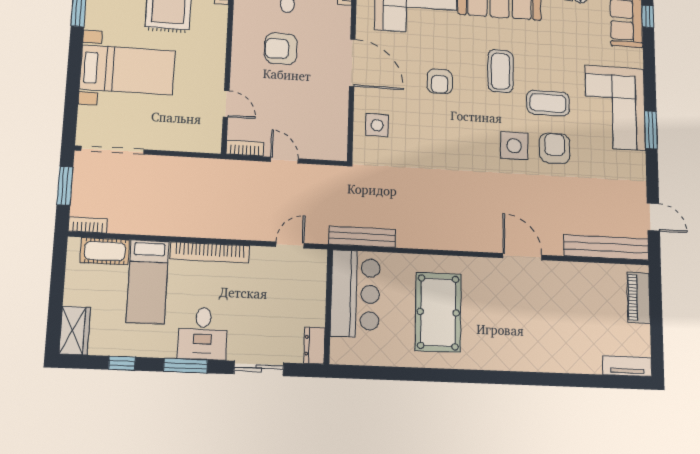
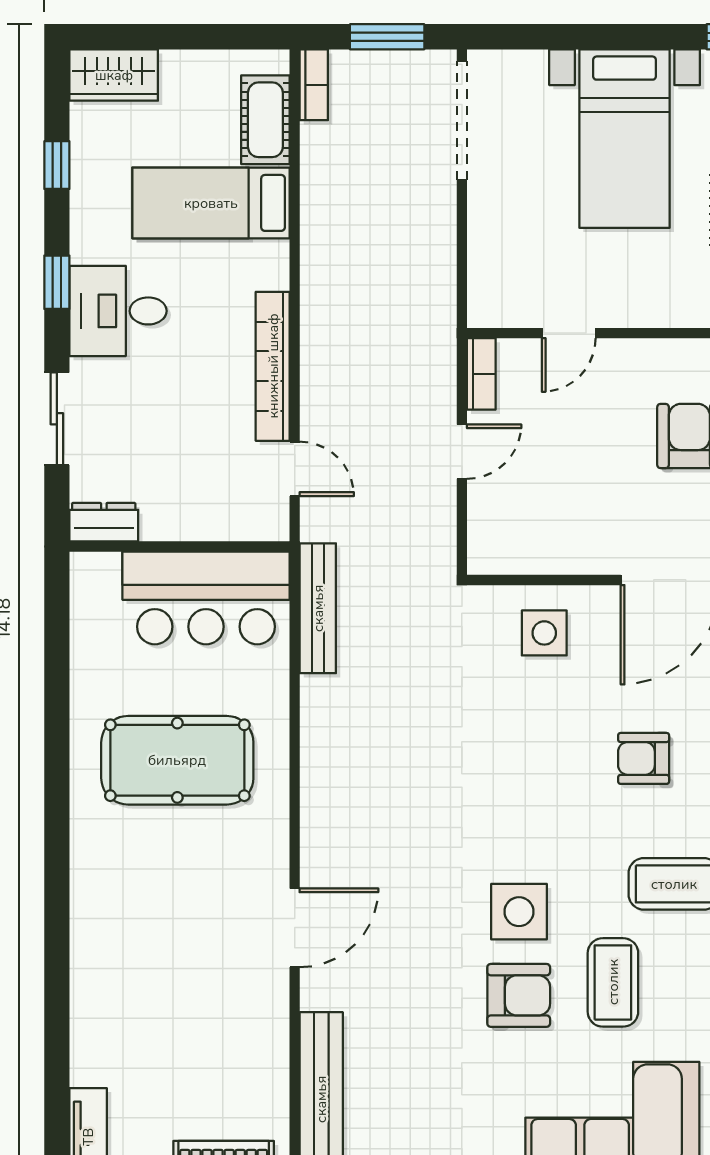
bookcase: (210, 252) -> (273, 366), moved
window: (186, 366) -> (57, 282), width x0.67

